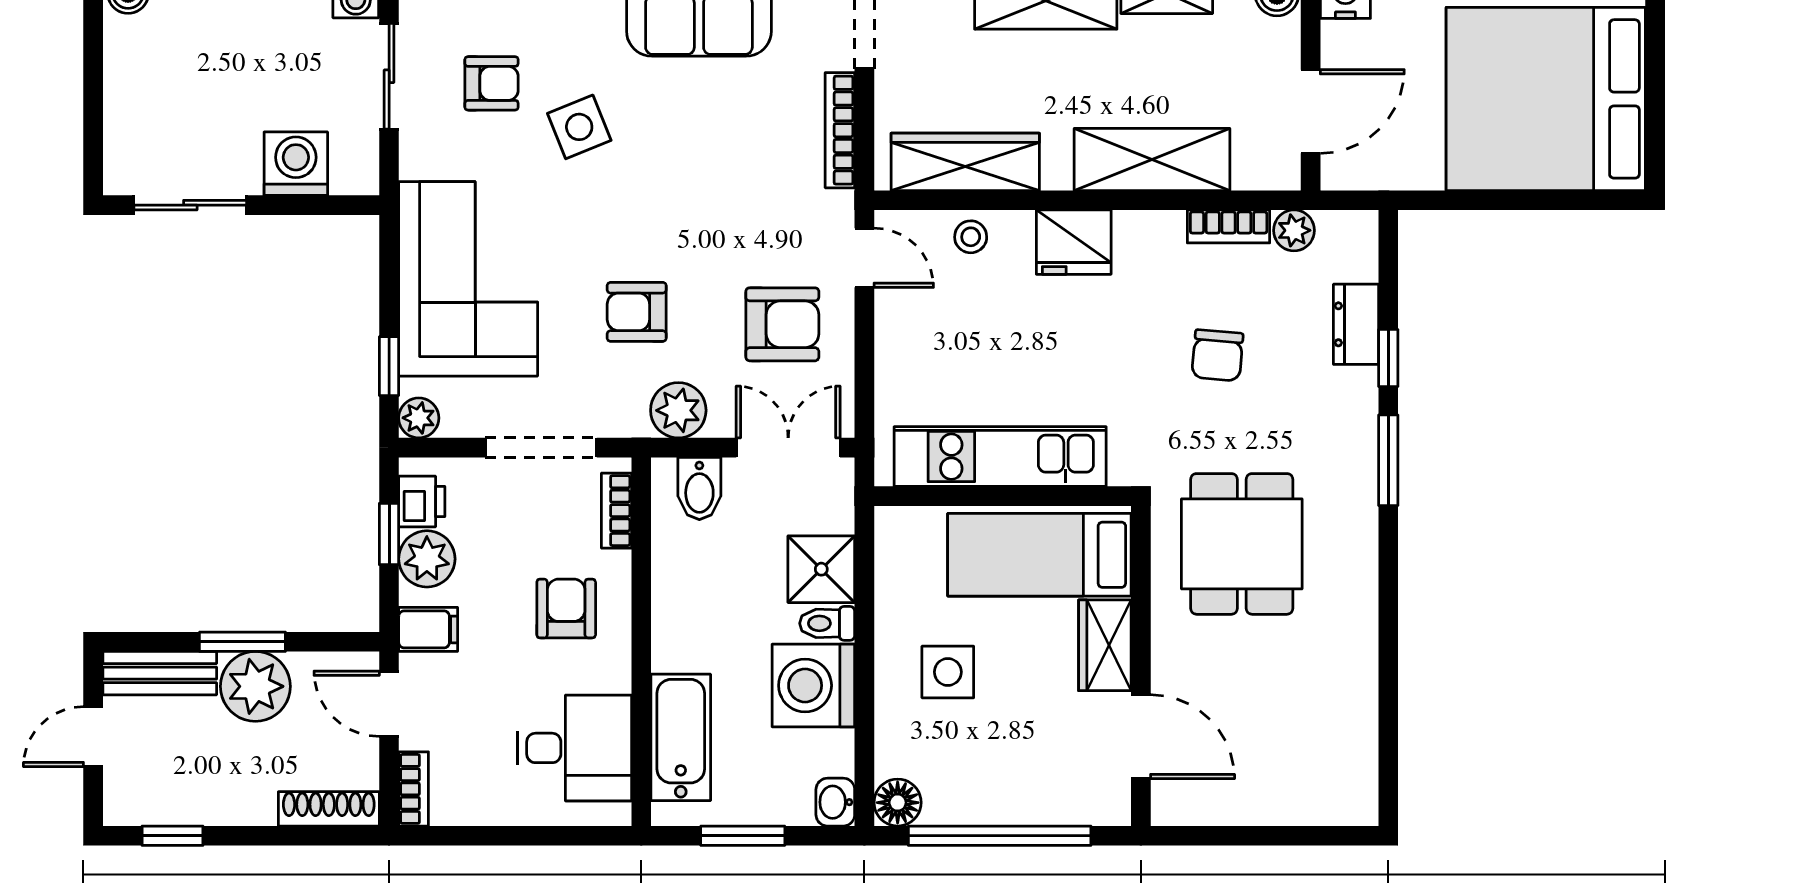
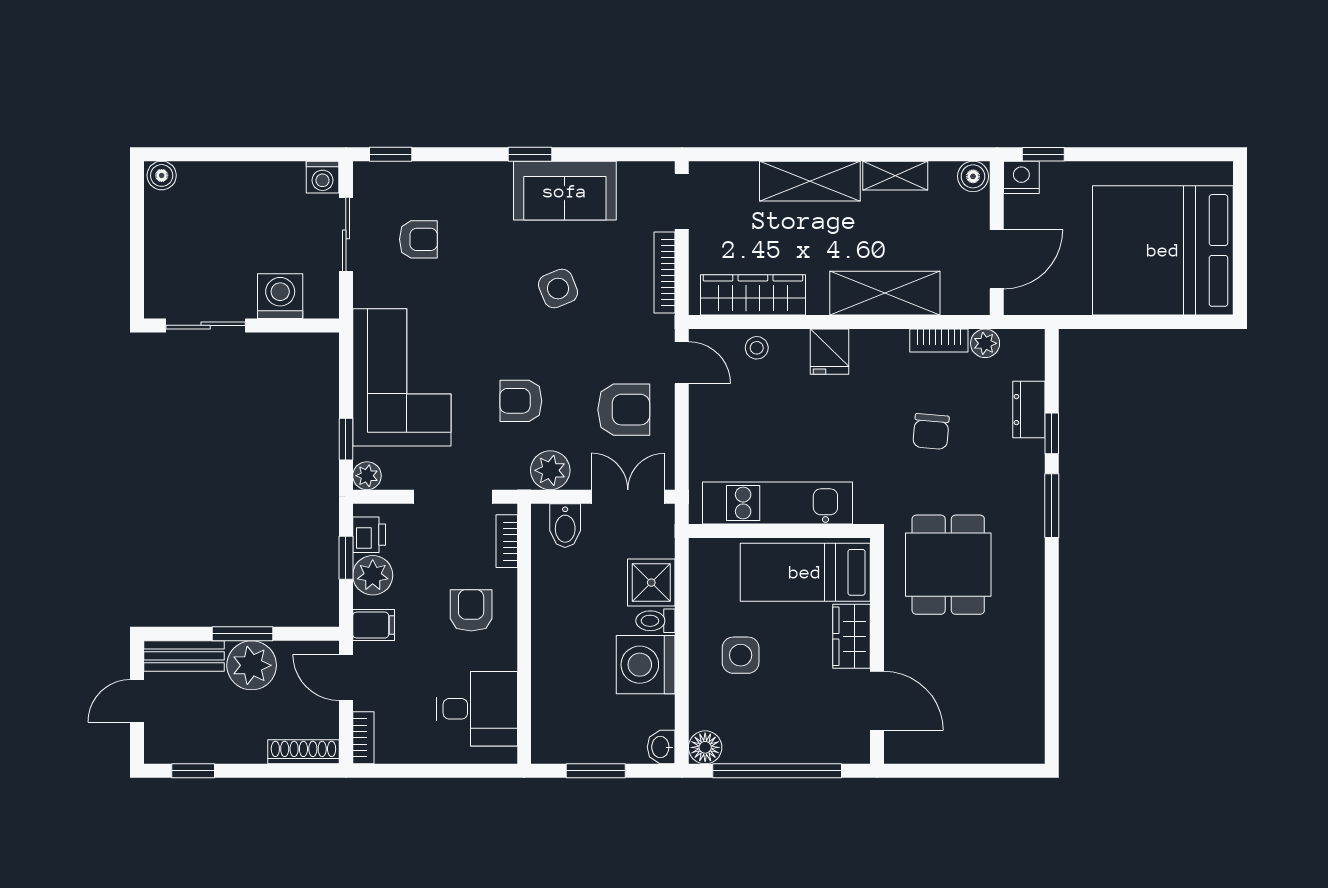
side table: (579, 127) -> (558, 288), moved
fridge: (1074, 242) -> (829, 352), width x0.72
bathtub: (681, 737) -> (552, 701), removed

